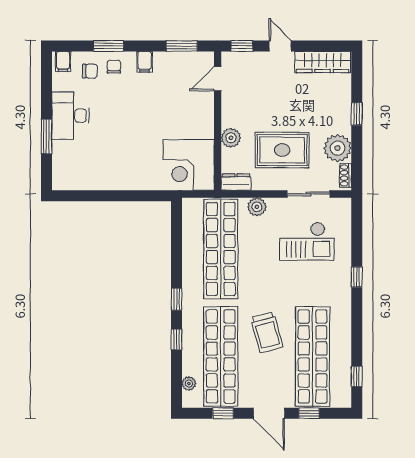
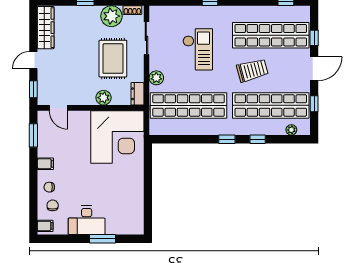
window: (109, 46) -> (33, 191), removed
corner desk: (189, 165) -> (117, 137), width x1.36, depth x1.36
checkout: (307, 241) -> (198, 49), moved

